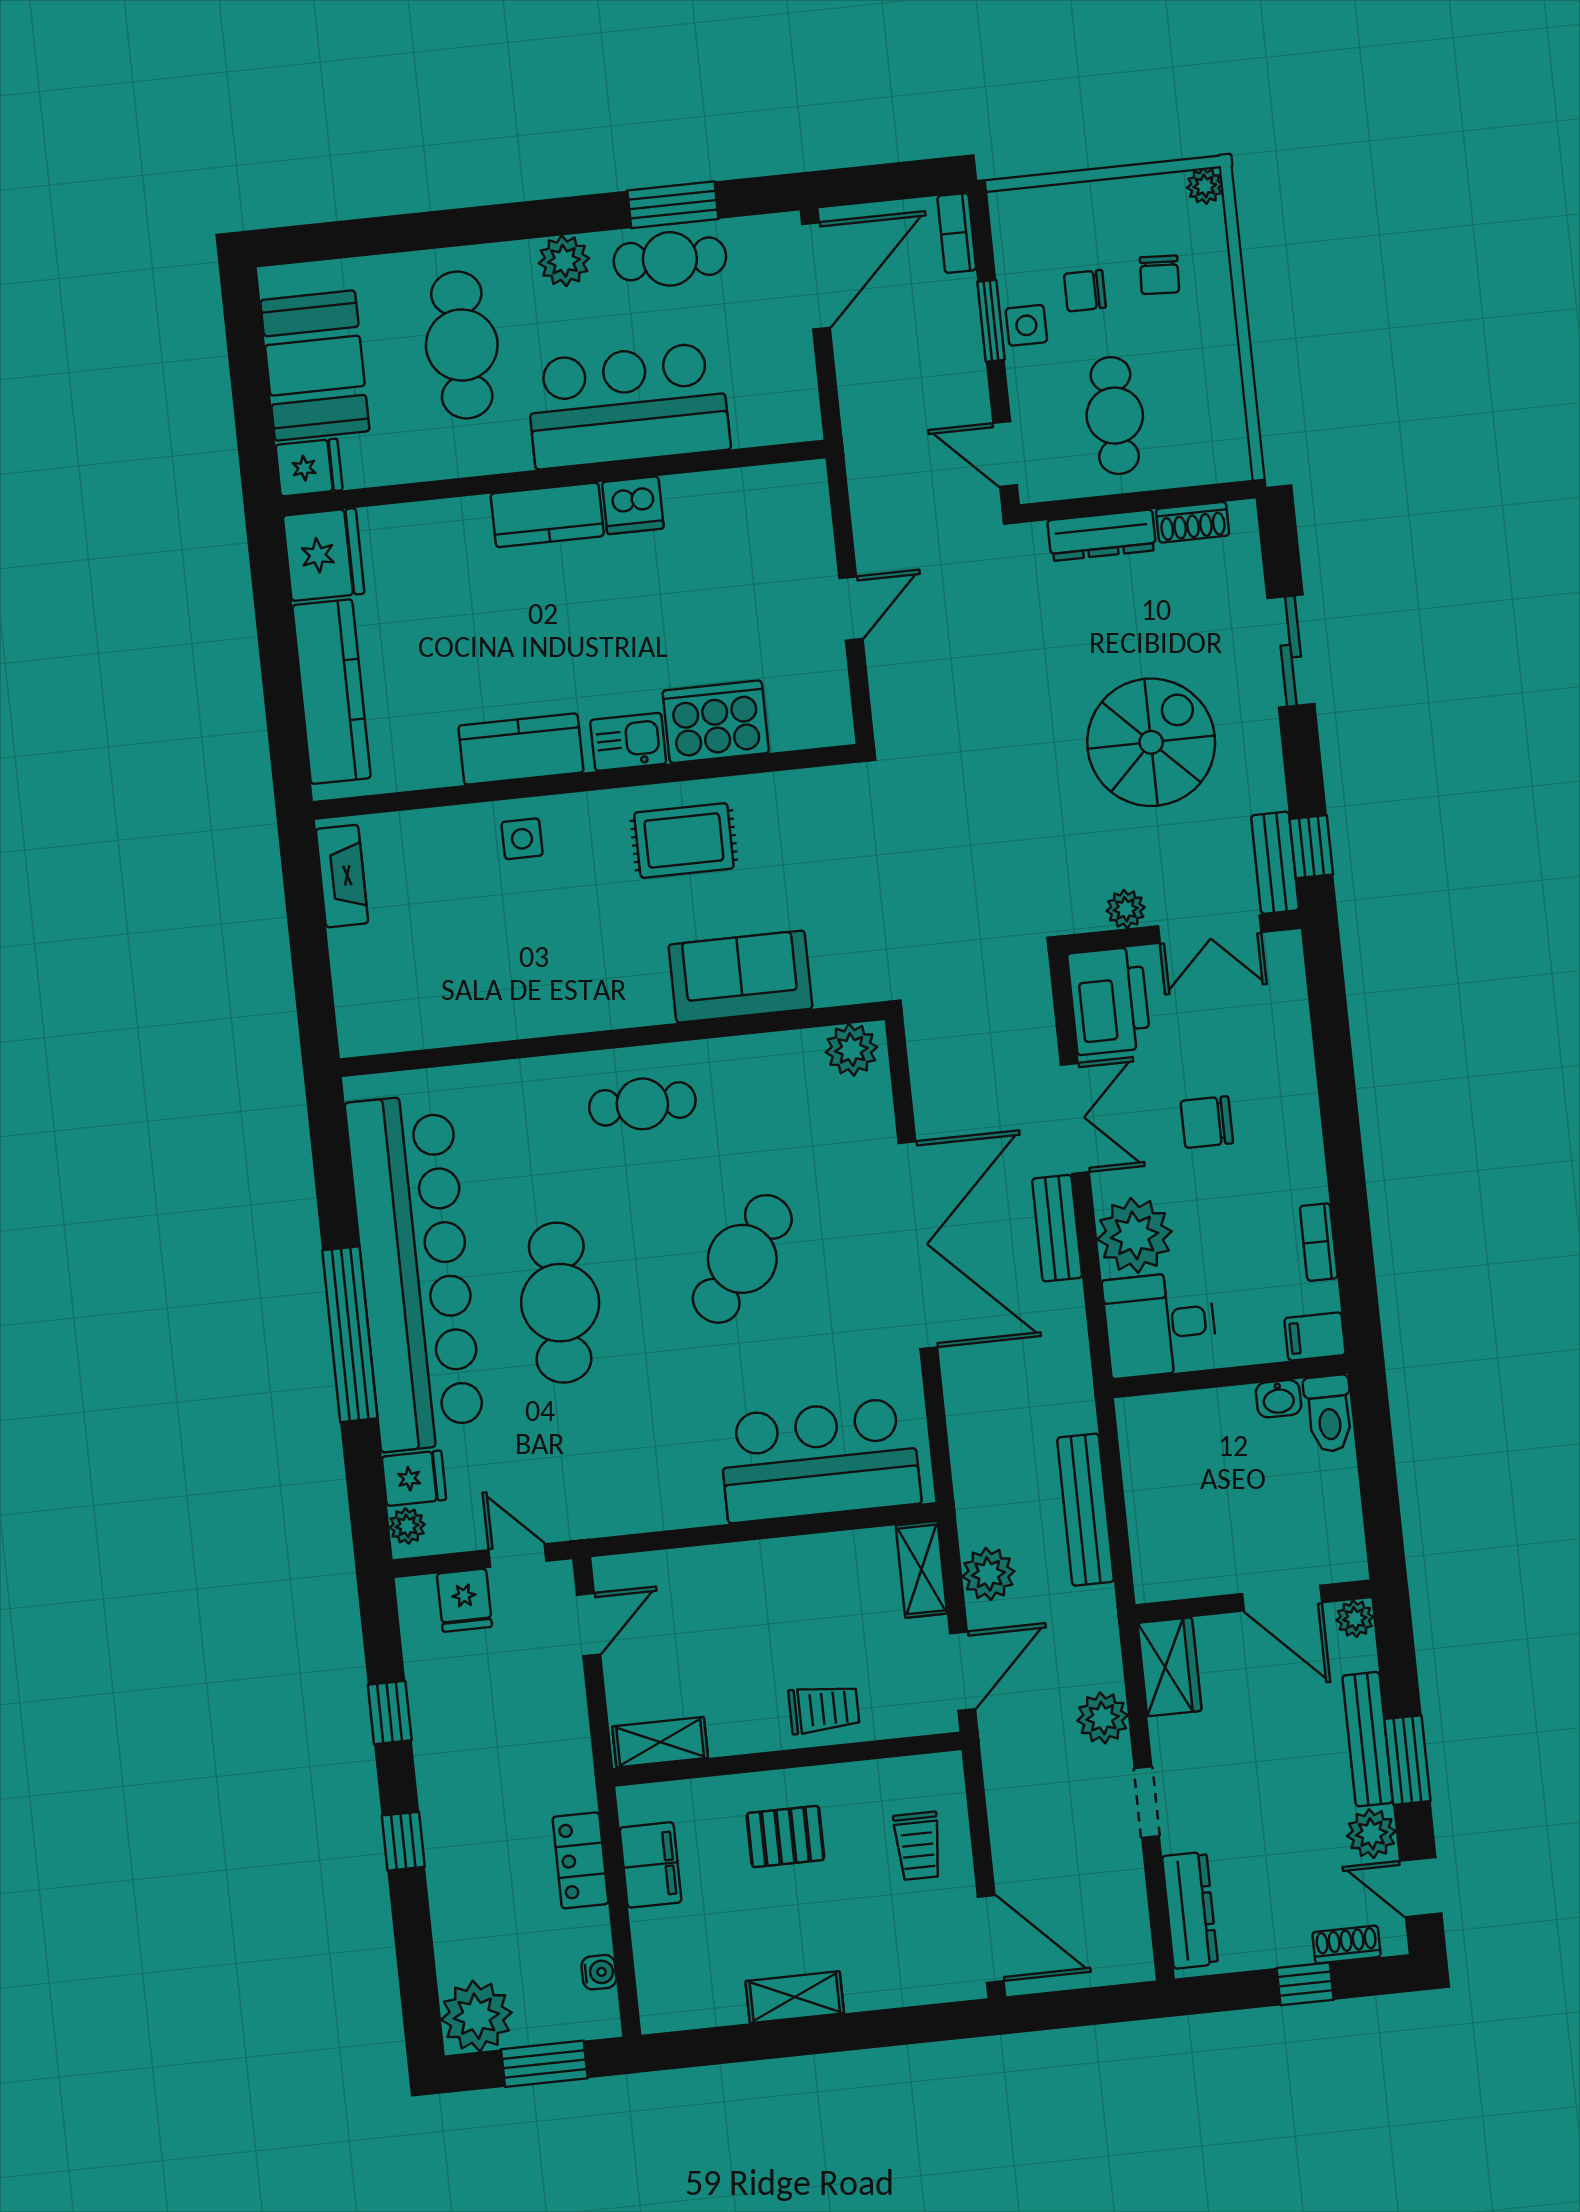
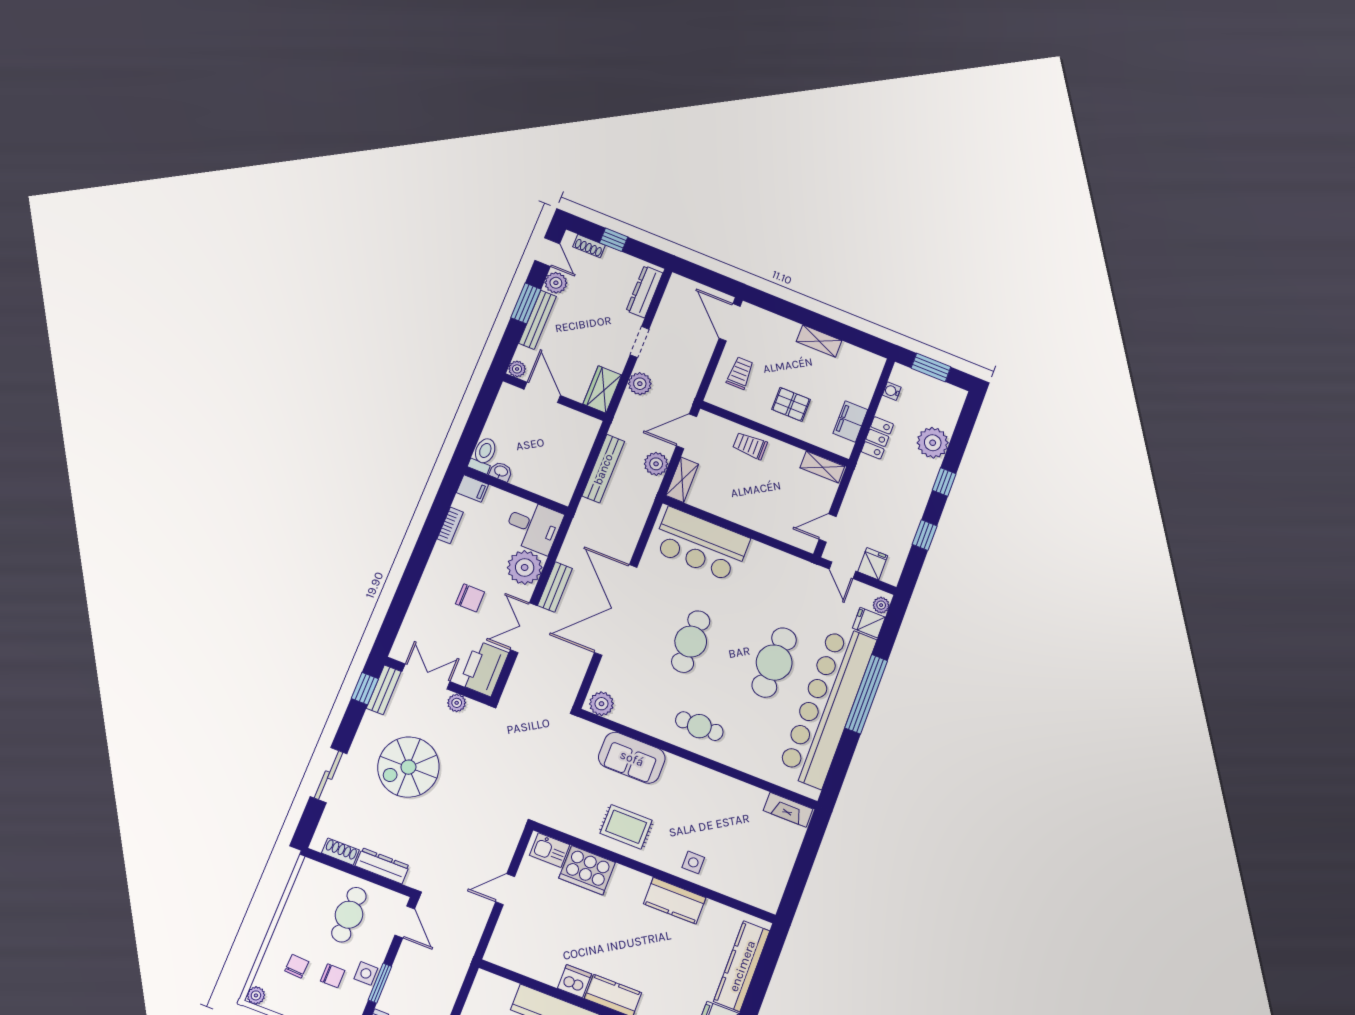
kitchen sink: (628, 742) -> (550, 850), moved
fireplace: (342, 876) -> (788, 810), moved, turned -90
cafe table: (742, 1259) -> (691, 642), turned -38
plant: (476, 2016) -> (933, 443), moved

